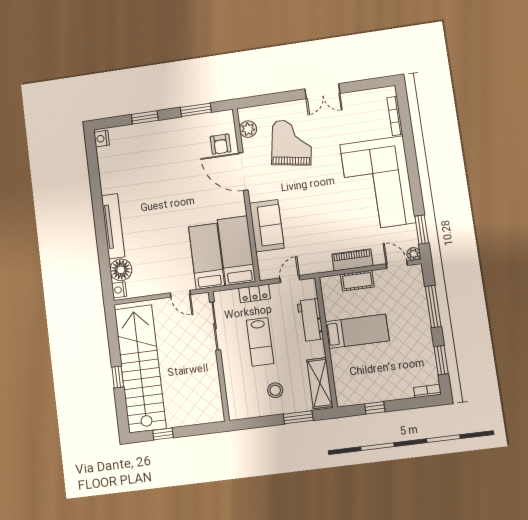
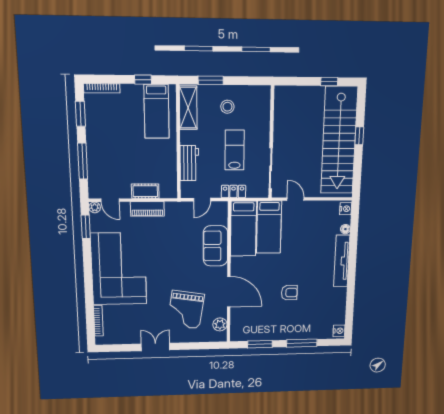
window: (145, 117) -> (302, 343), width x1.44
armchair: (221, 144) -> (289, 293), moved, turned 90
floor lamp: (121, 270) -> (345, 229), width x0.53, depth x0.53
bed: (357, 331) -> (157, 111), moved, turned -90
bookcase: (427, 391) -> (102, 88), width x1.56

